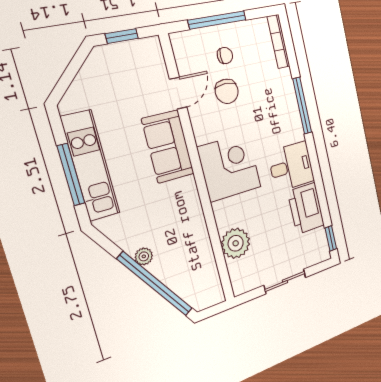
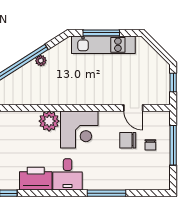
bookcase: (278, 41) -> (153, 186), removed
sofa: (168, 147) -> (103, 93), removed
plant: (236, 243) -> (49, 121), moved

